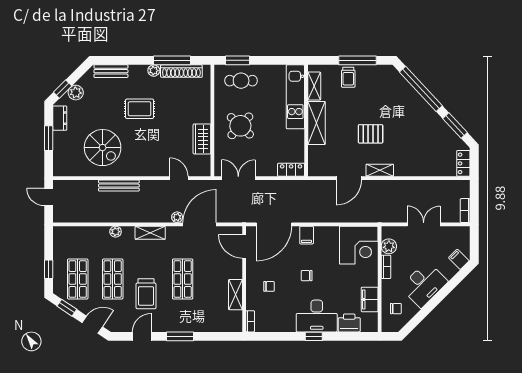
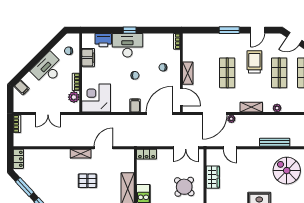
shelving: (236, 295) -> (188, 73), moved

